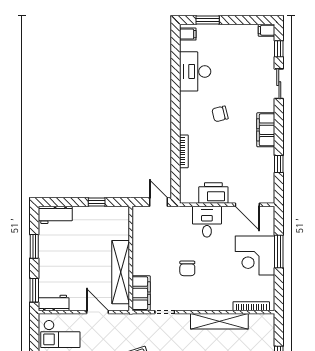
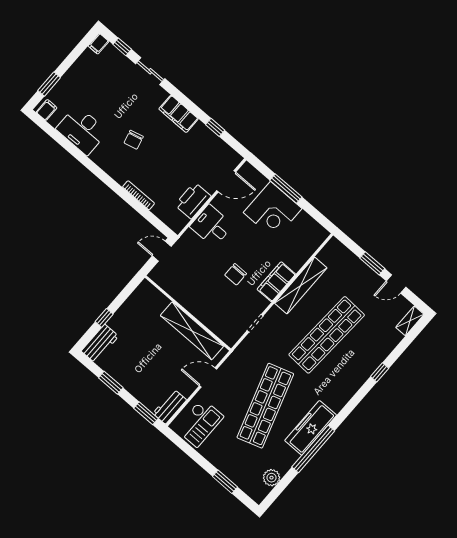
window: (97, 202) -> (104, 318), moved
chair: (187, 268) -> (236, 274), turned 90
filing cabinet: (141, 293) -> (276, 282), moved, turned -90
bookcase: (251, 306) -> (311, 249), removed

